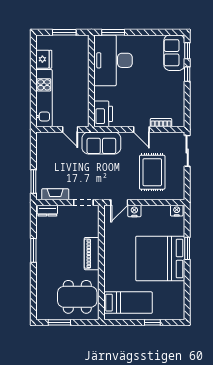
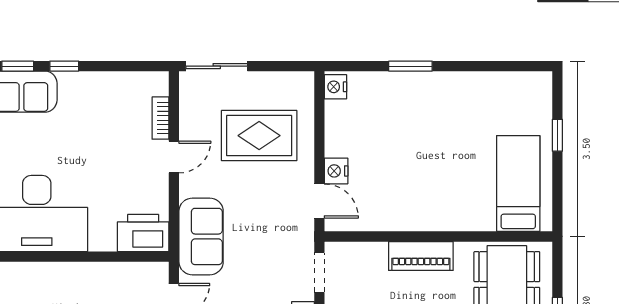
bed: (160, 258) -> (431, 120), removed

